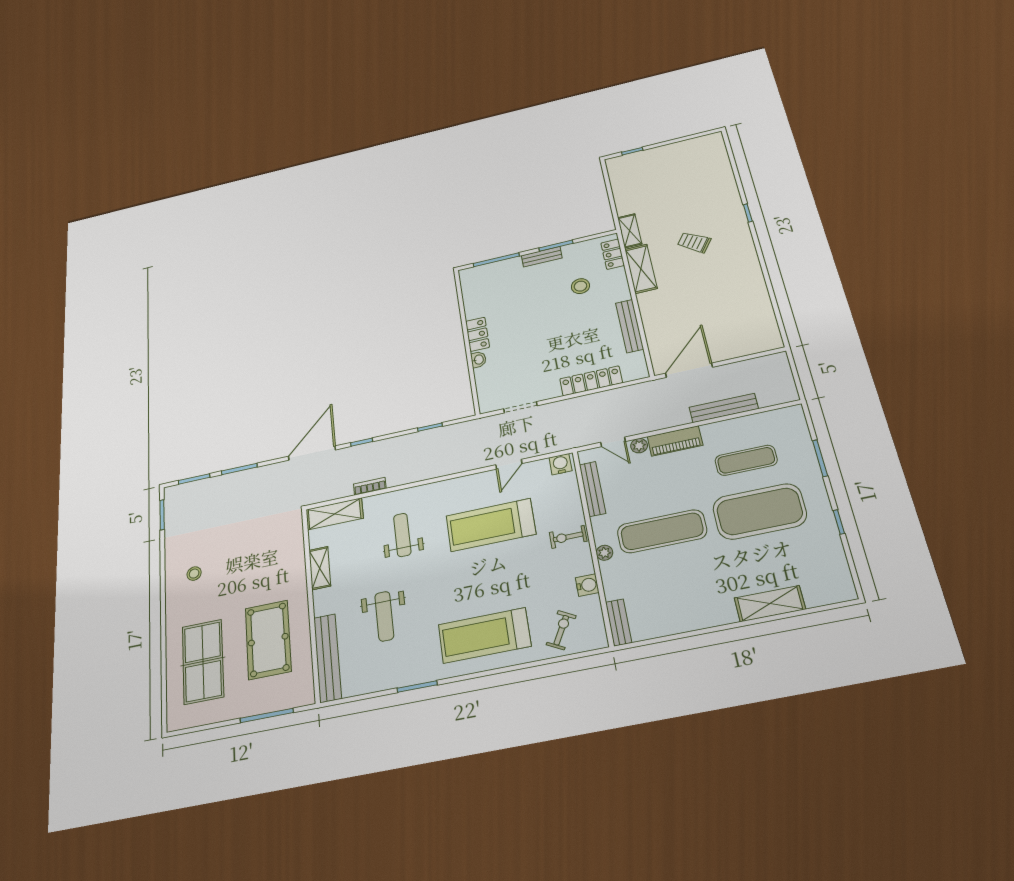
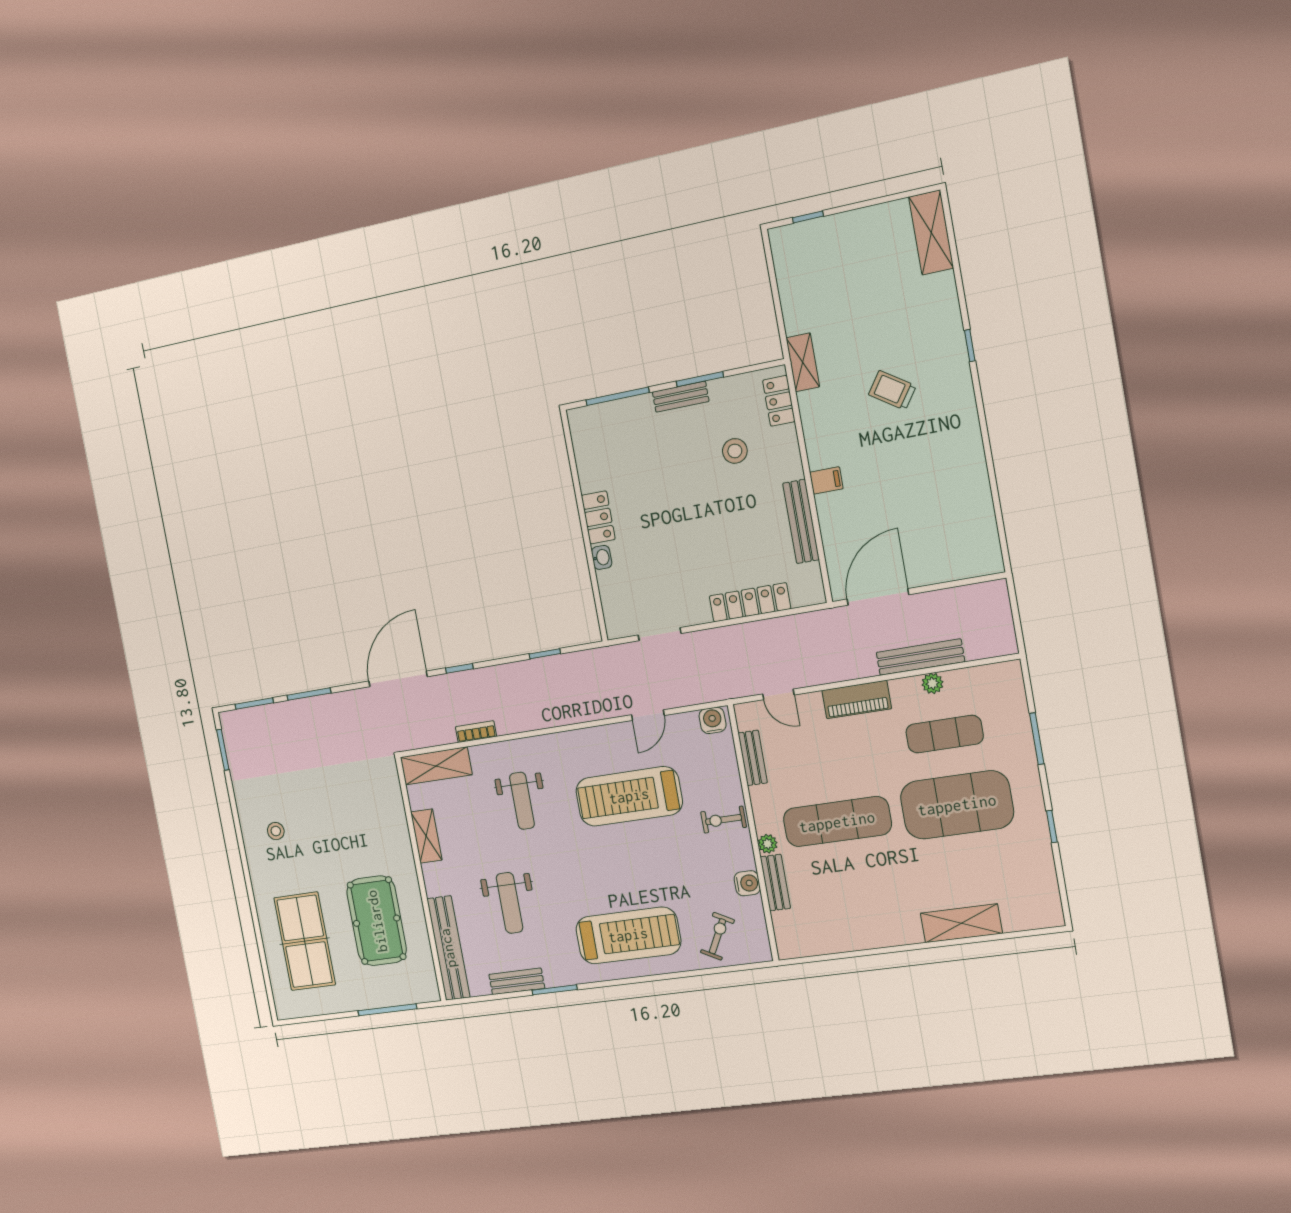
shelving: (641, 269) -> (931, 232), moved
filing cabinet: (648, 299) -> (826, 480), added
plant: (639, 446) -> (932, 683), moved
bench: (592, 489) -> (753, 758), width x0.73
weight bench: (402, 535) -> (522, 801), turned 180
bench: (619, 622) -> (775, 883), moved
treadmill: (484, 635) -> (628, 935), turned 180
bench: (384, 682) -> (517, 981), added

